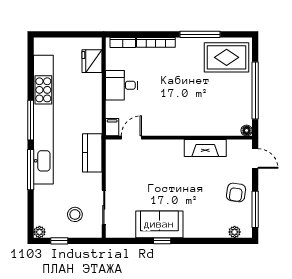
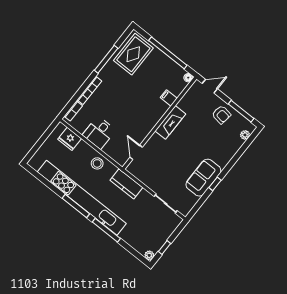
filing cabinet: (112, 127) -> (169, 98), moved
fireplace: (205, 148) -> (170, 122), moved
stool: (75, 214) -> (97, 163), moved

